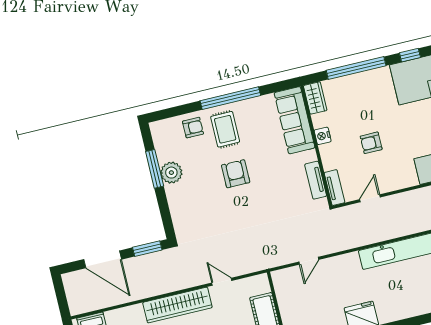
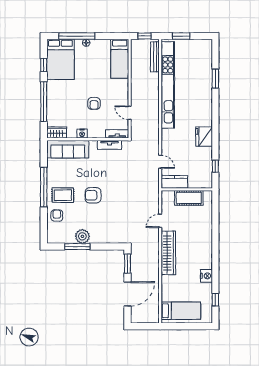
kitchen counter: (284, 289) -> (175, 182), added

